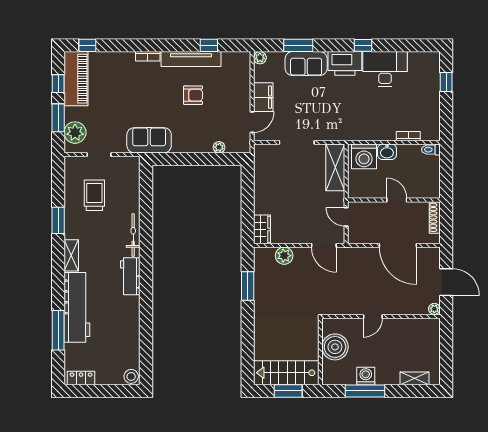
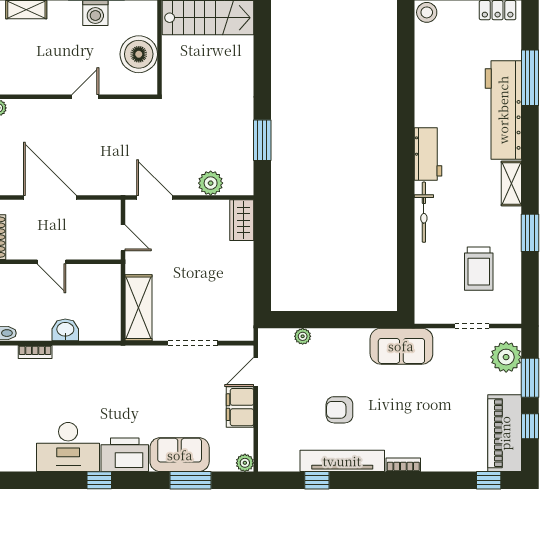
washing machine: (364, 156) -> (98, 323), removed

